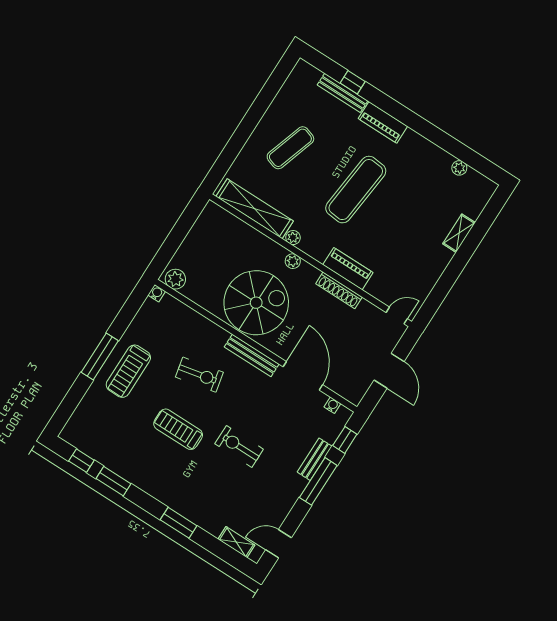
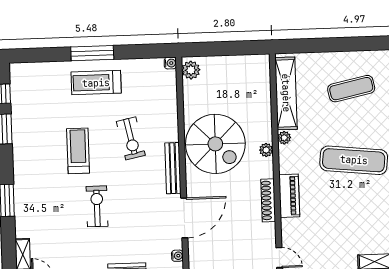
exercise mat: (290, 148) -> (351, 89), turned -30

